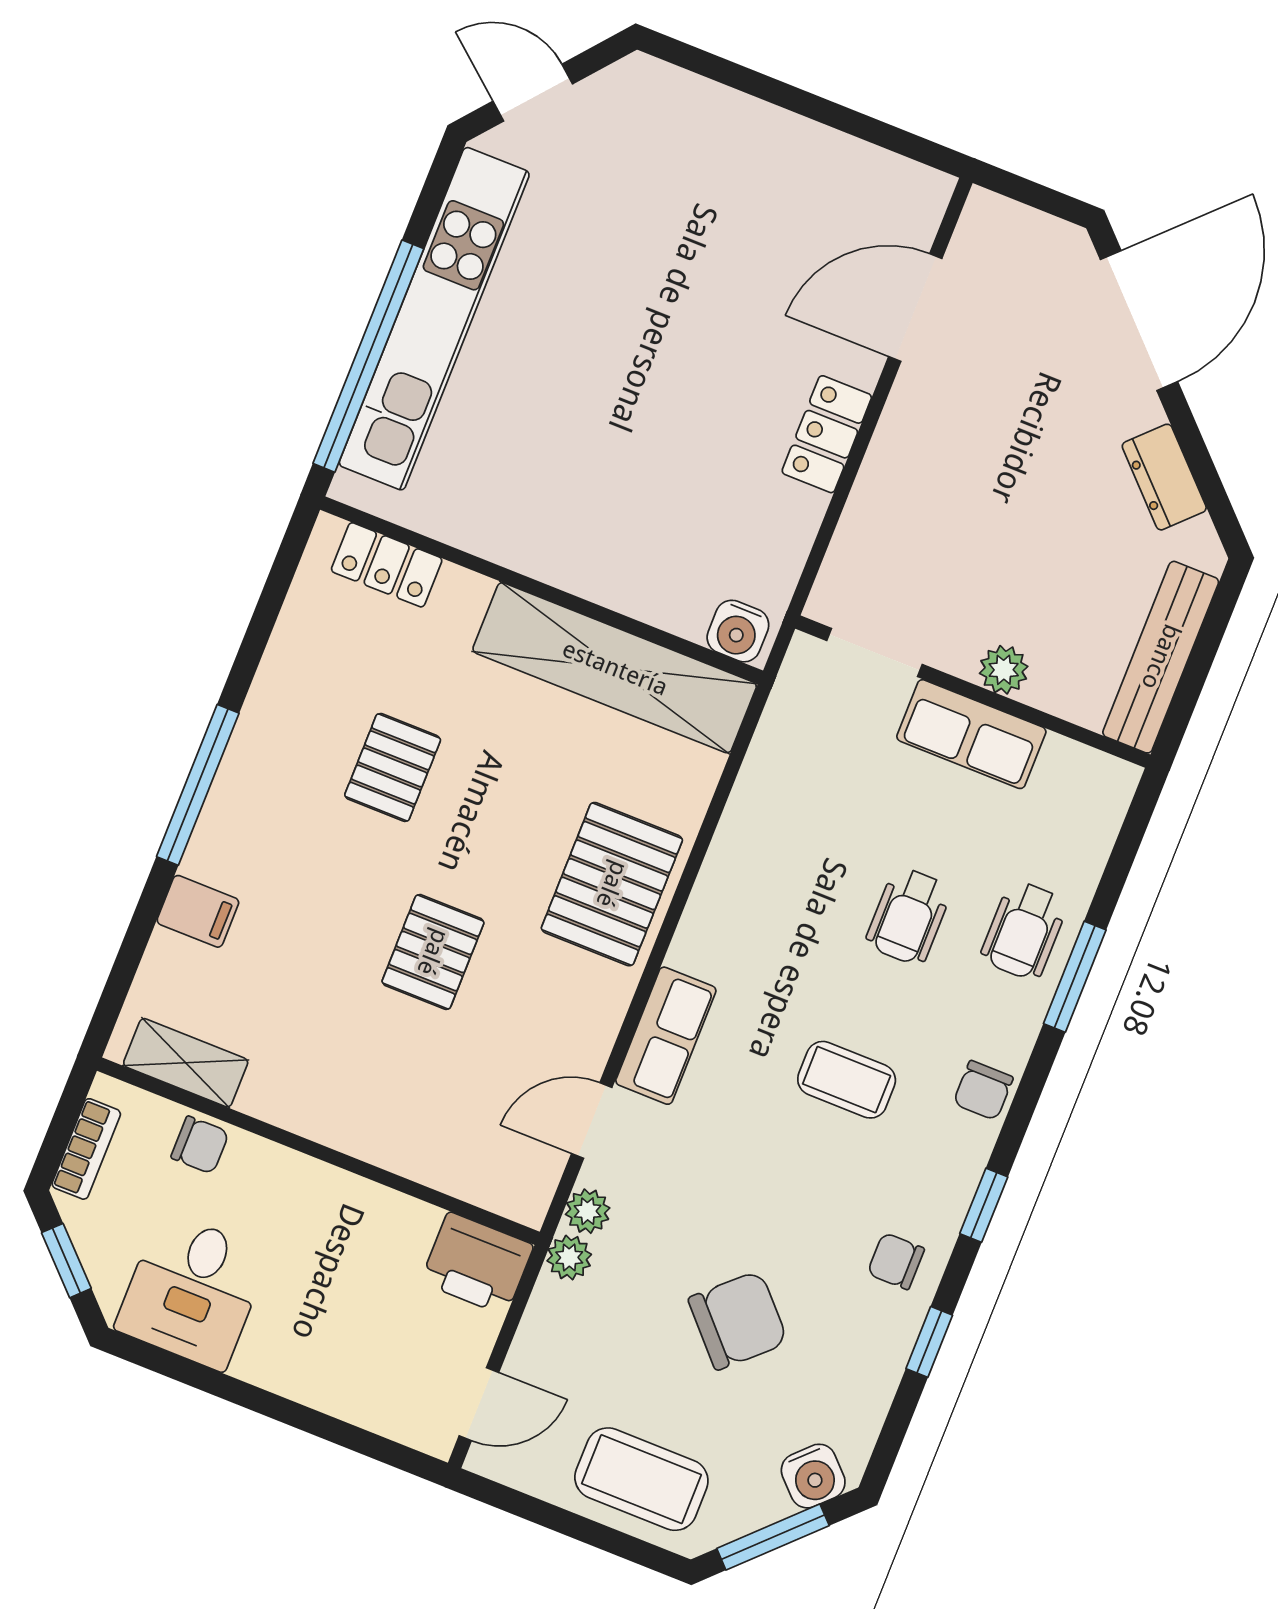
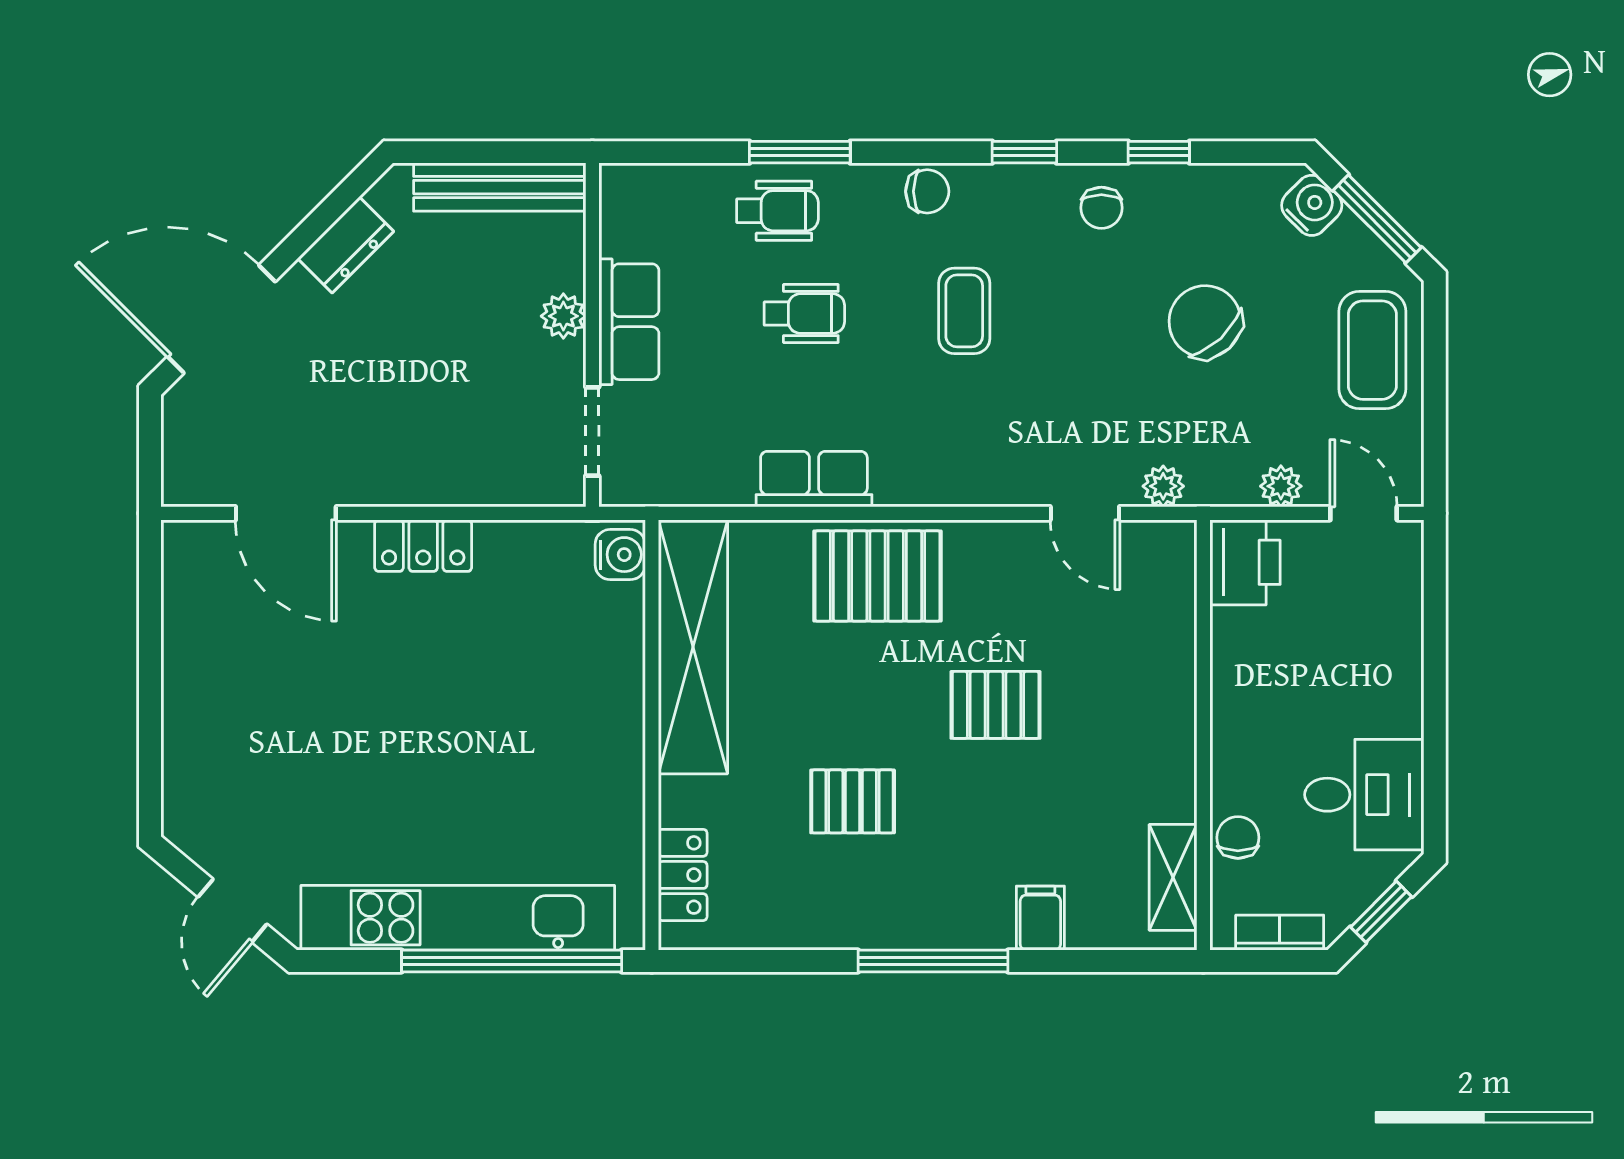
row of seats: (666, 1036) -> (814, 479), moved
plant: (569, 1258) -> (1281, 486), moved

